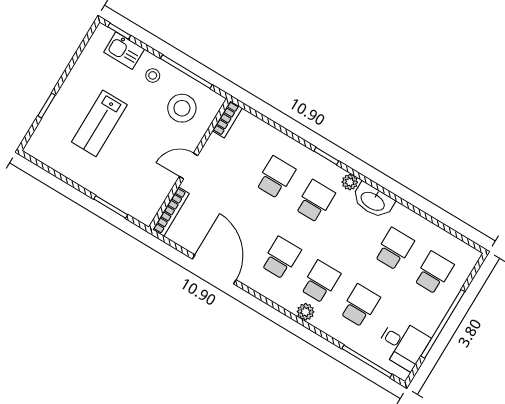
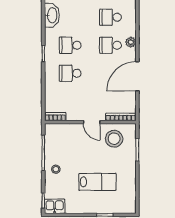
kitchen sink: (124, 51) -> (55, 206), moved, turned -90
stool: (182, 108) -> (114, 139), moved
plant: (350, 182) -> (49, 33), removed
plant: (306, 312) -> (131, 42), moved

